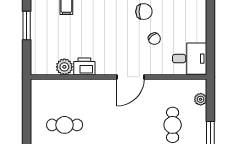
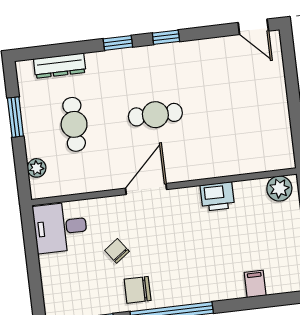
plant: (64, 67) -> (279, 188), moved
cafe table: (65, 125) -> (155, 115), moved

